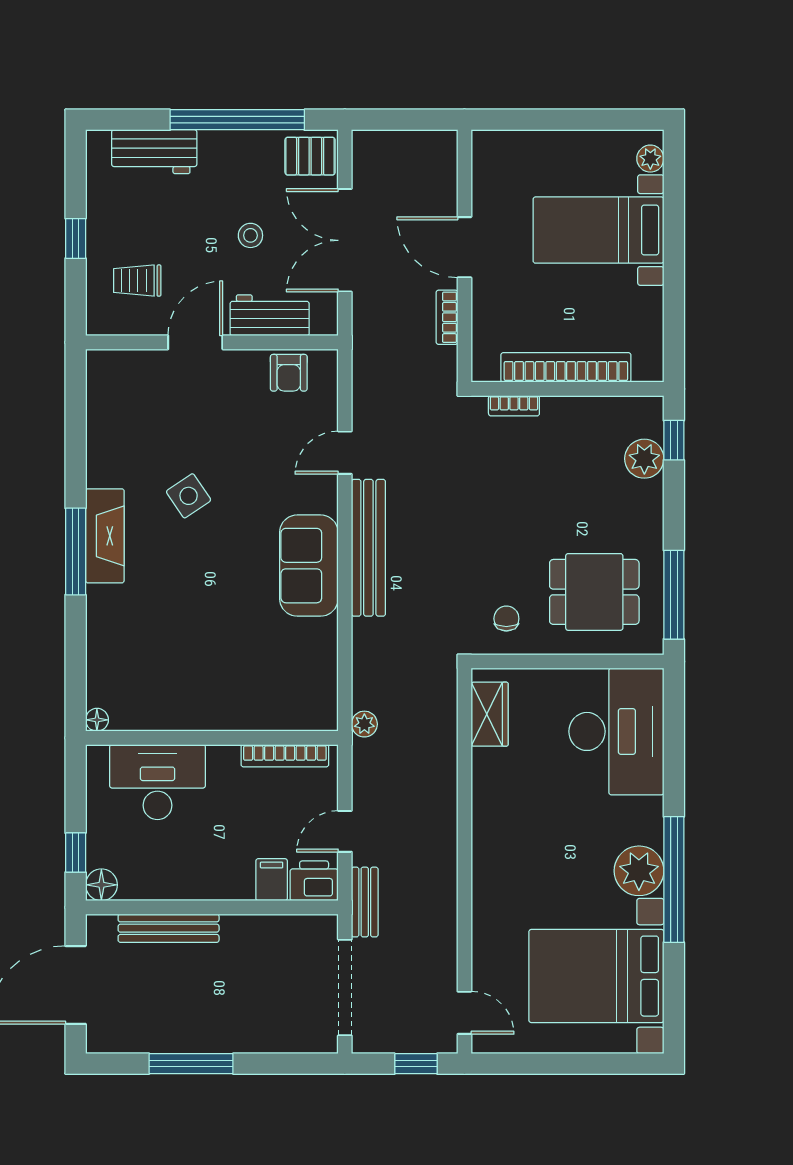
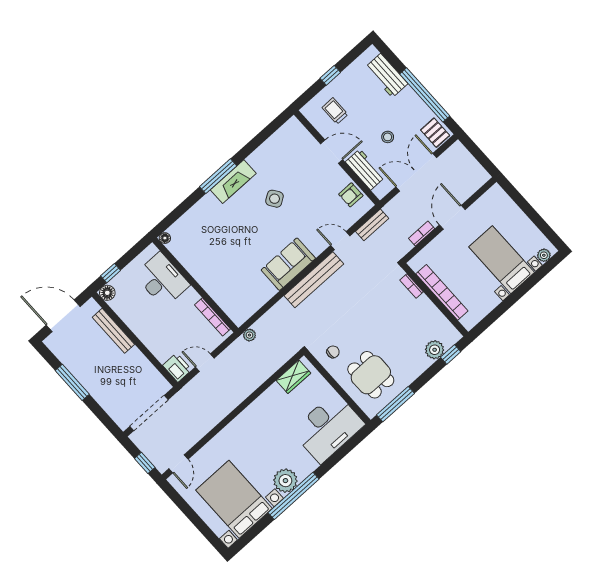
filing cabinet: (272, 880) -> (164, 352), removed
bench: (365, 902) -> (372, 225), moved

